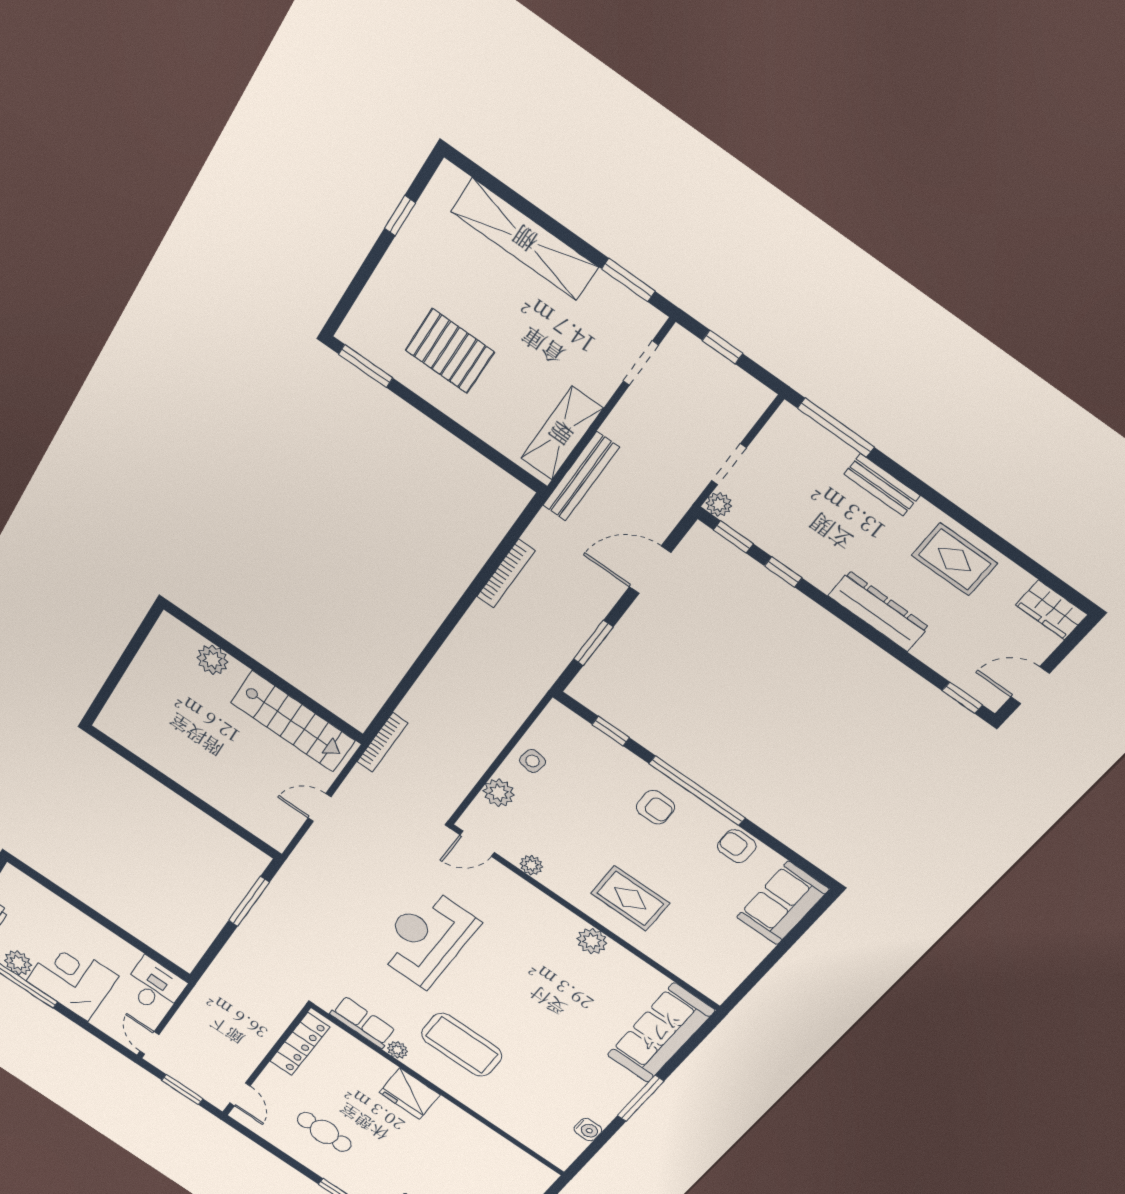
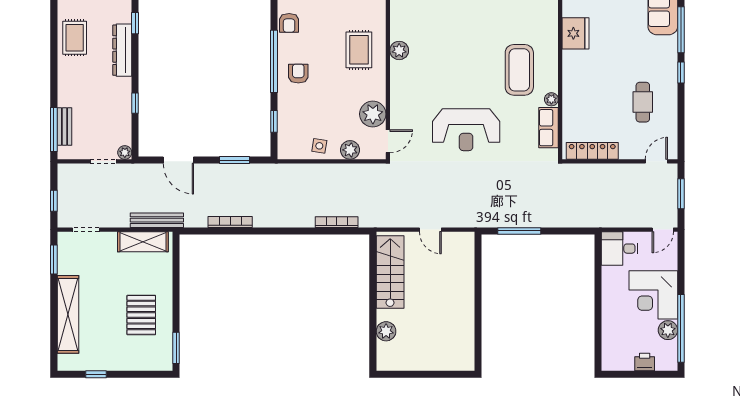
bench: (882, 485) -> (65, 126), moved
window: (733, 537) -> (135, 23), moved
bookcase: (382, 742) -> (337, 222), moved
door: (477, 844) -> (388, 141), hinge flipped
plant: (531, 865) -> (373, 114), width x1.88, depth x1.88
fridge: (410, 1094) -> (576, 33), moved

